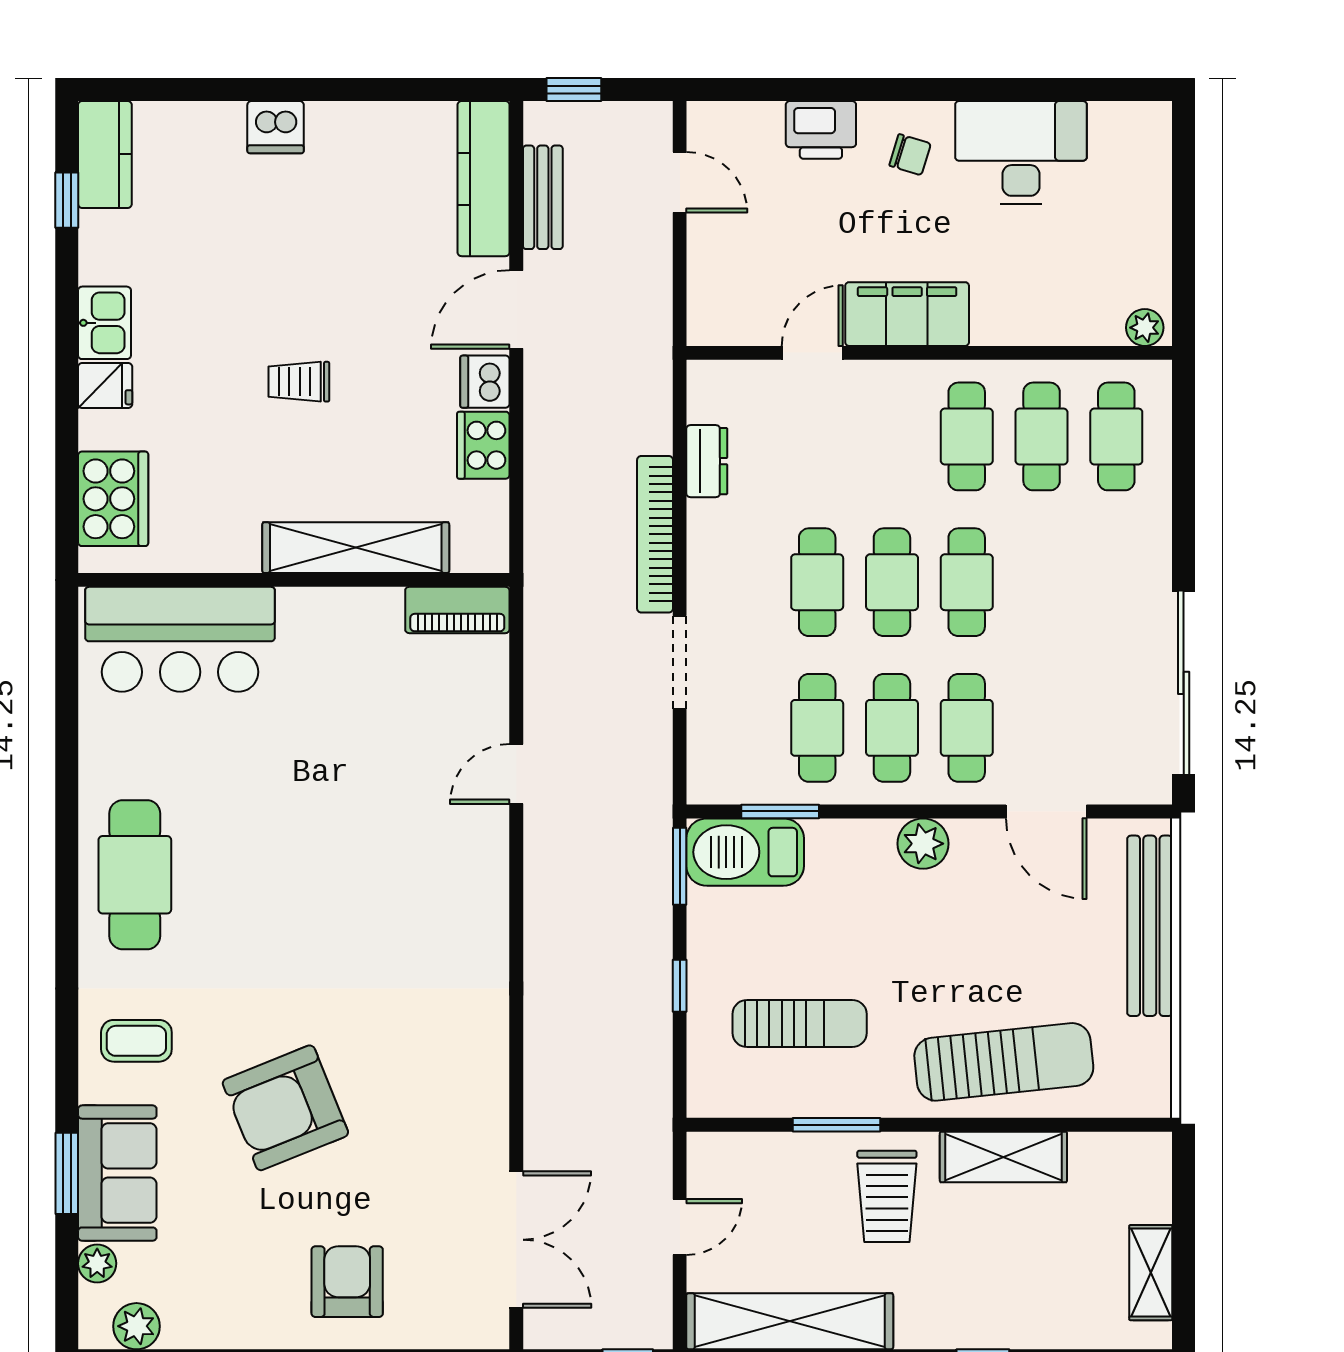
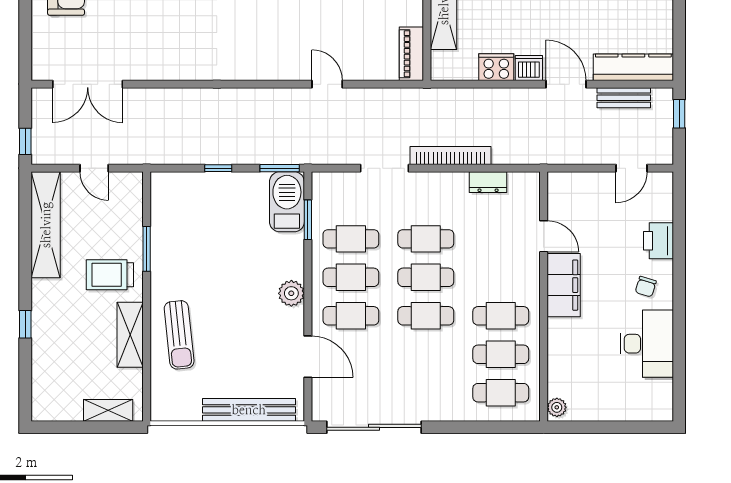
door: (1046, 811) -> (308, 357), swing flipped
sun lounger: (800, 1024) -> (199, 230), removed
sun lounger: (1004, 1062) -> (179, 335), width x0.73, depth x0.75
shelving: (1151, 1273) -> (108, 410), moved

